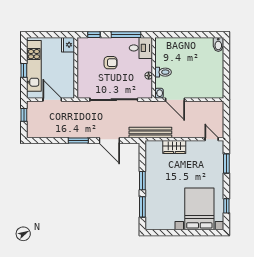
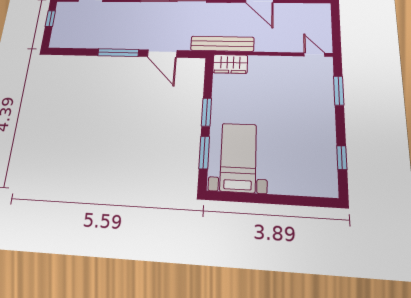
window: (78, 140) -> (118, 53), width x1.44
wardrobe: (174, 147) -> (230, 64), moved
bed with nightstands: (199, 209) -> (238, 157), moved, width x0.73

